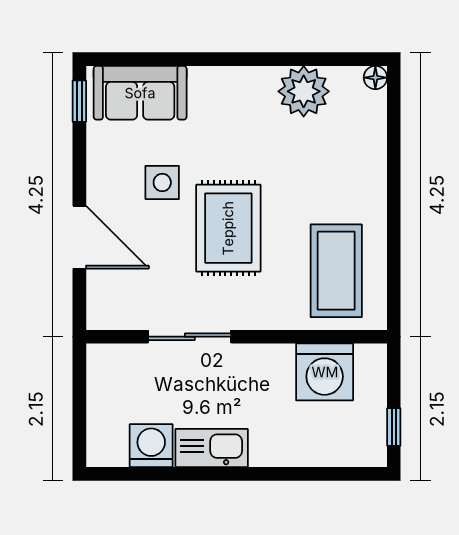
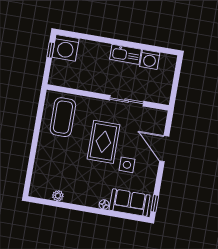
floor lamp: (375, 78) -> (104, 204), moved
plant: (304, 91) -> (58, 196), width x0.53, depth x0.53
washing machine: (325, 372) -> (66, 48), moved, turned 180

